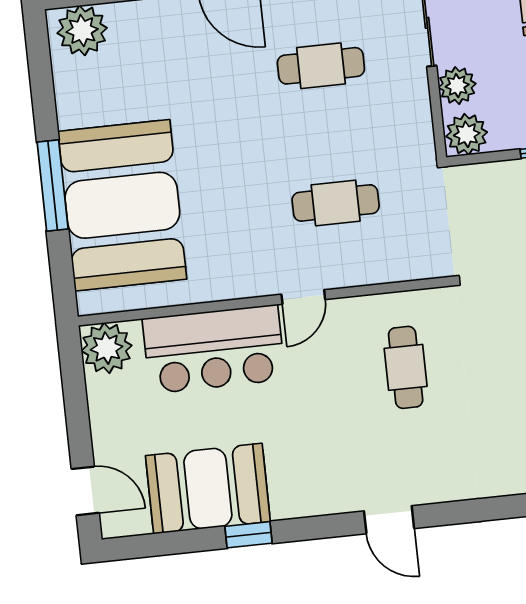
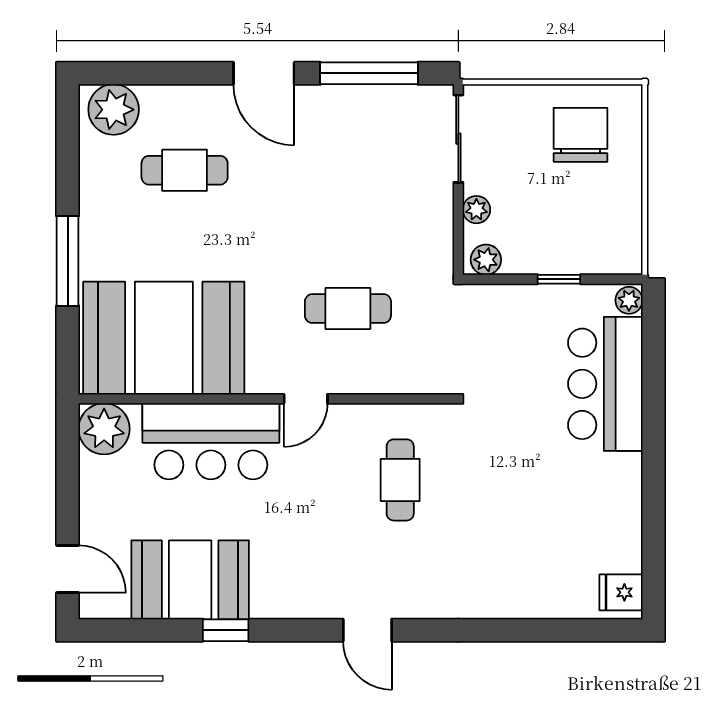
cafe table: (321, 66) -> (185, 170), moved
plant: (457, 86) -> (476, 210), width x0.73, depth x0.73
plant: (467, 134) -> (486, 260), width x0.73, depth x0.73
booth: (122, 205) -> (164, 338), moved, turned 90

